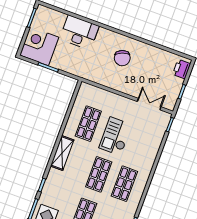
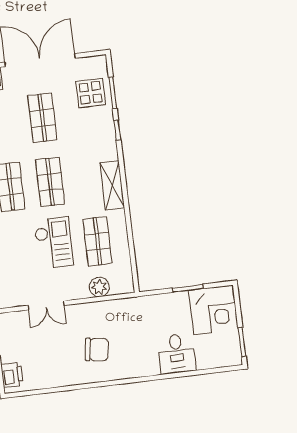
desk: (79, 32) -> (177, 354), width x0.73
chair: (122, 58) -> (97, 350), turned 119
plant: (101, 95) -> (99, 287), added
double door: (149, 104) -> (46, 305), moved

